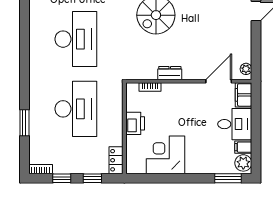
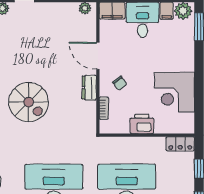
door: (219, 81) -> (98, 56), moved
chair: (174, 102) -> (120, 83), added

